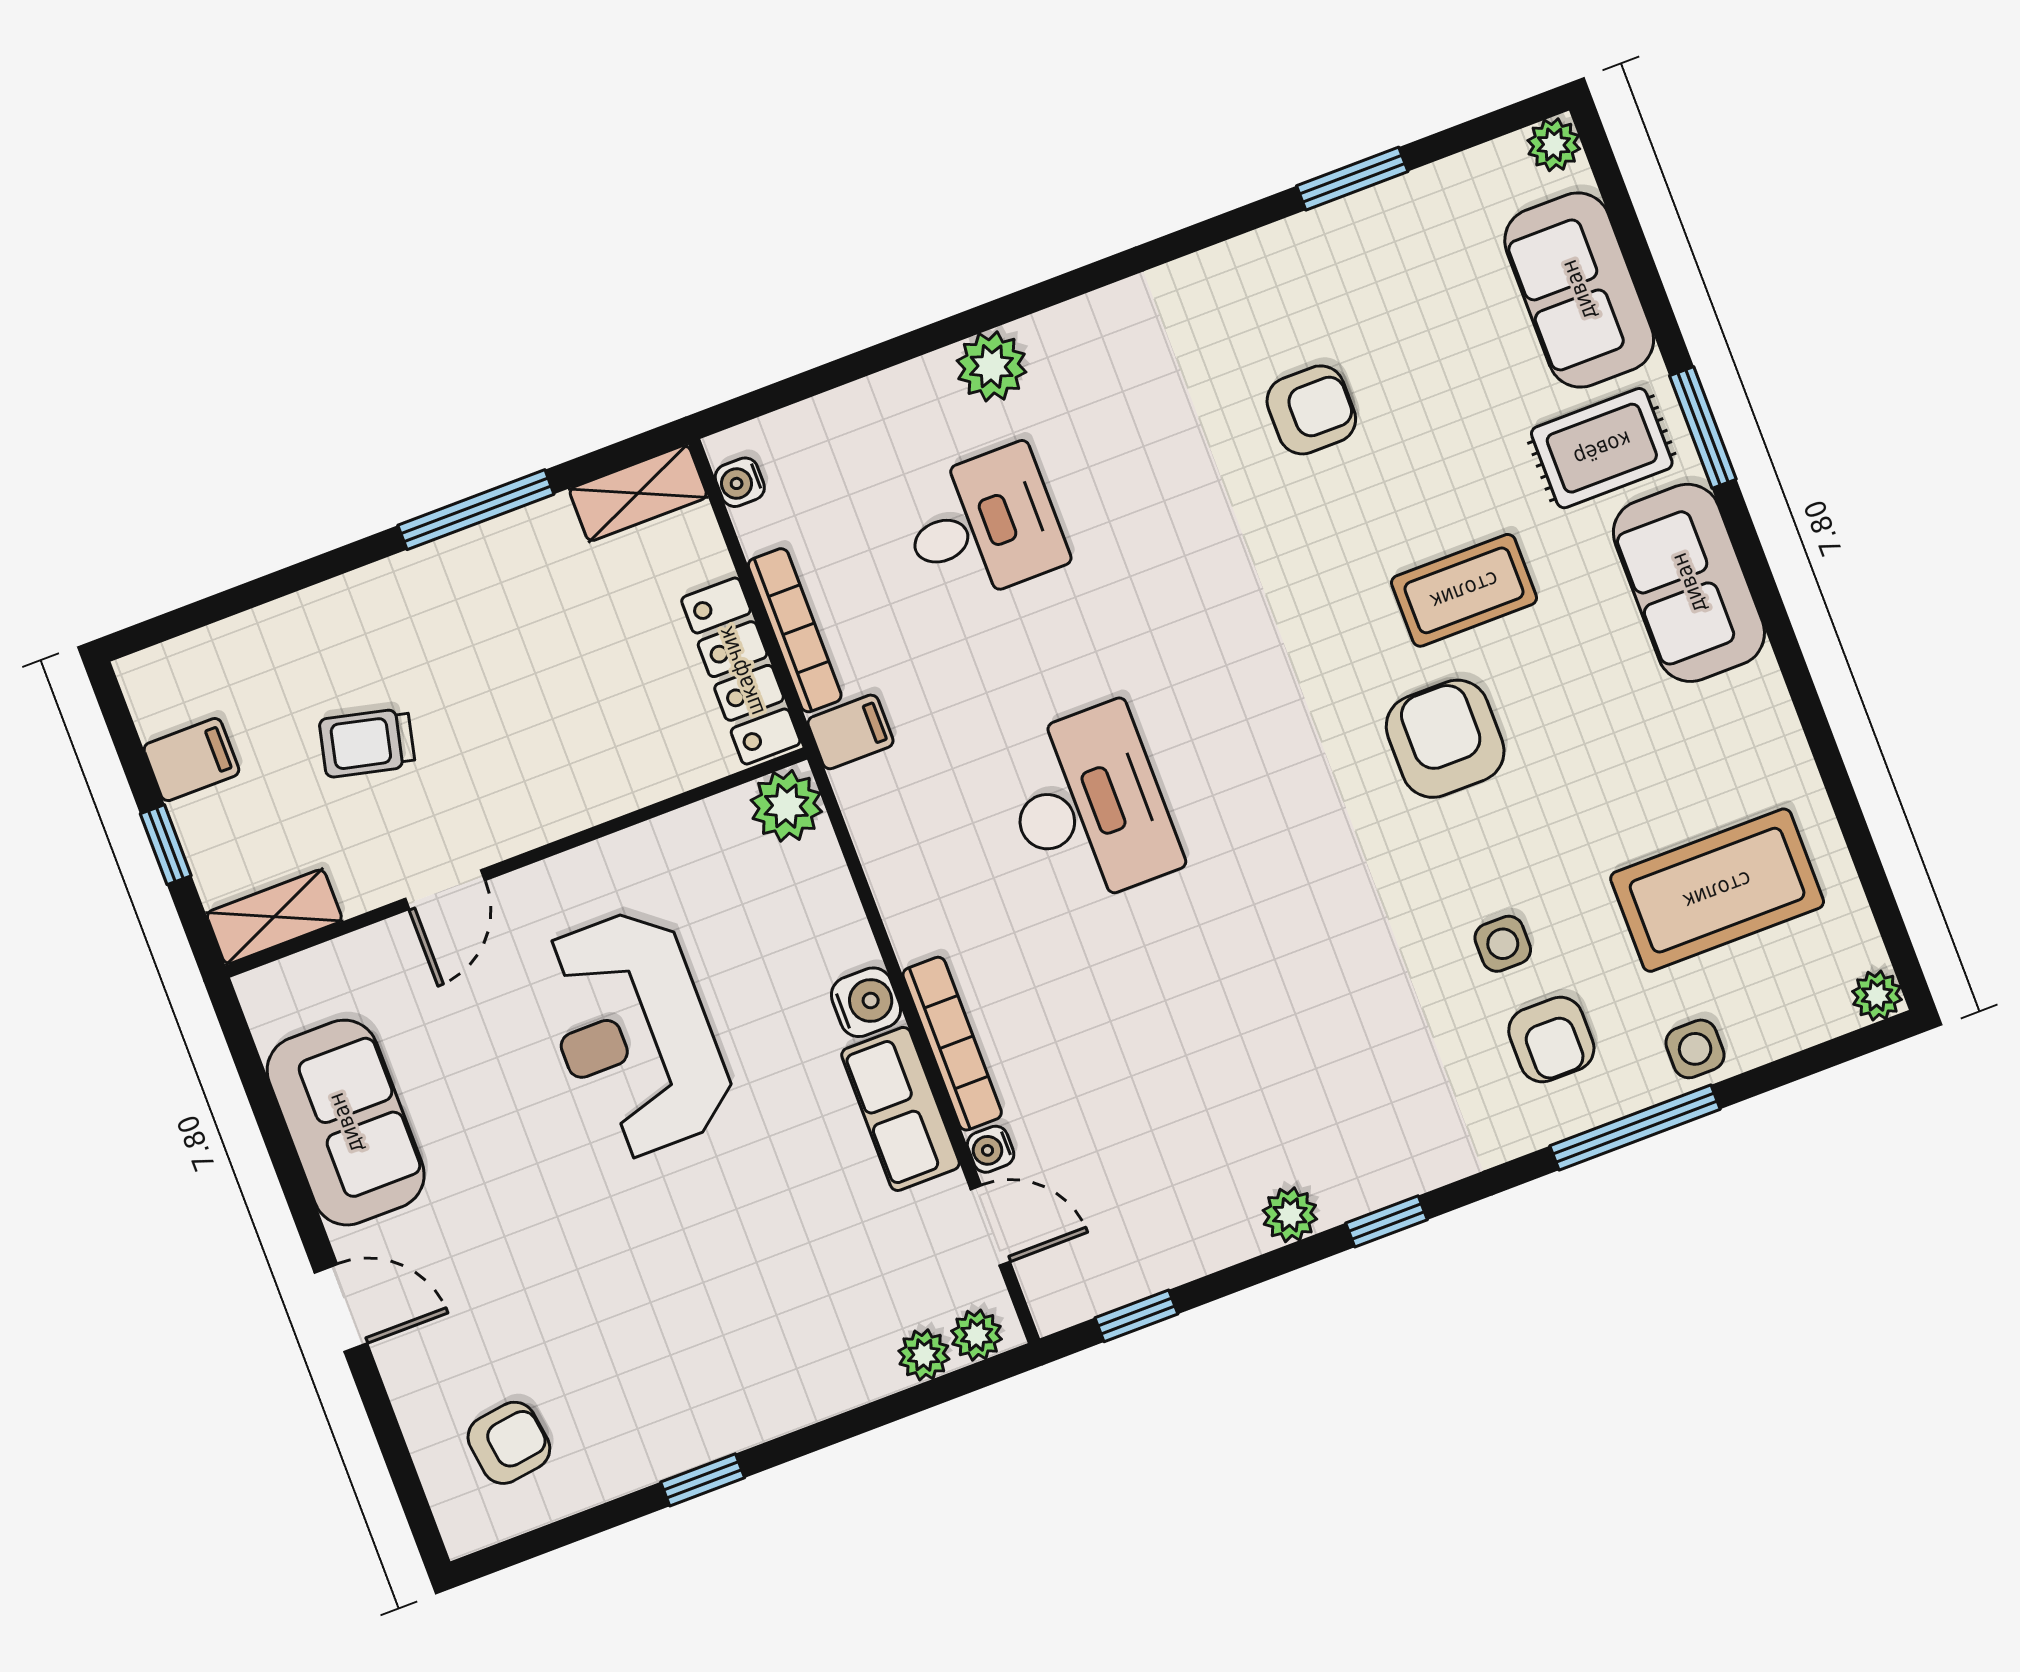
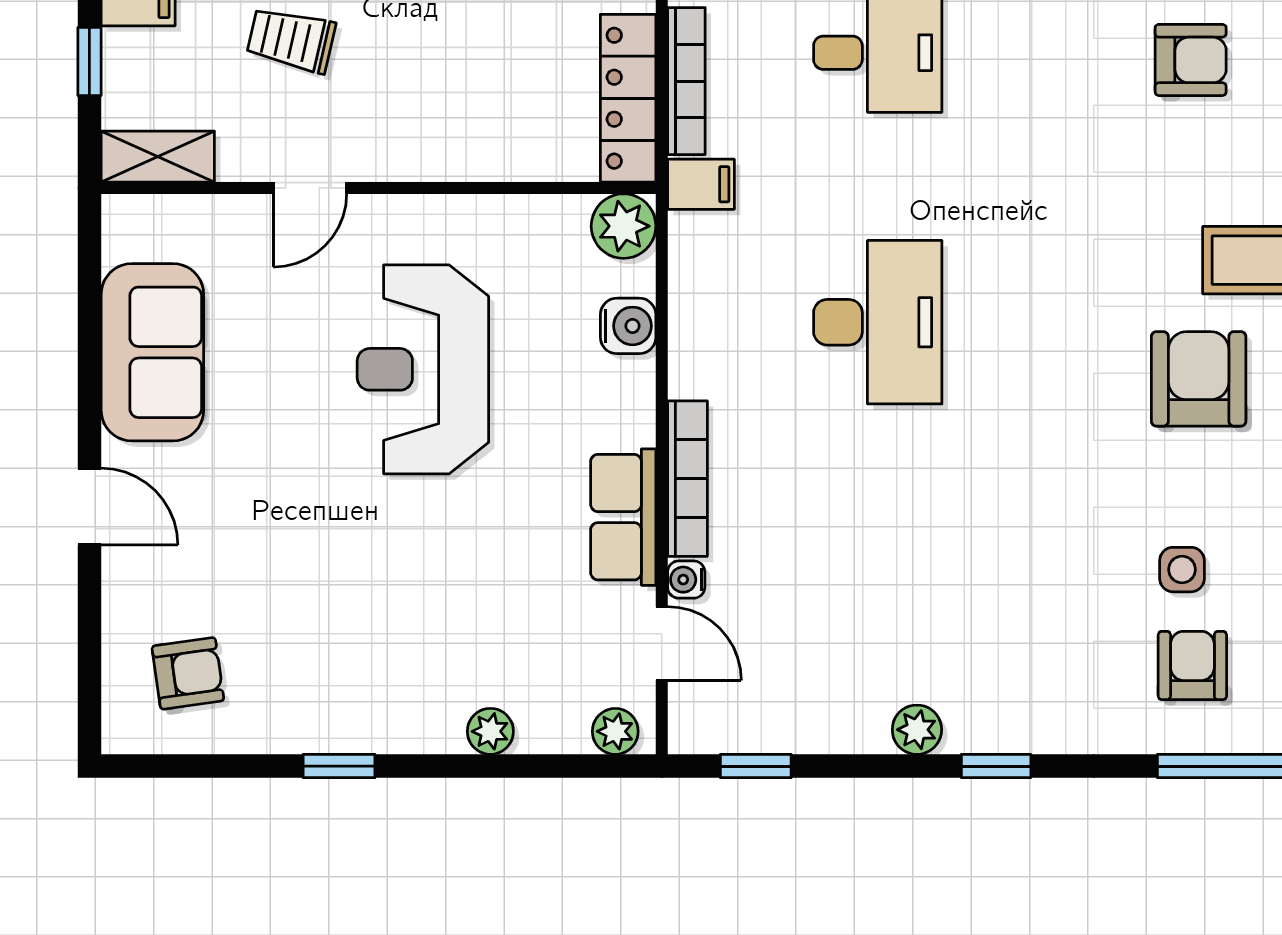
water cooler: (866, 1002) -> (628, 326), moved
armchair: (1551, 1040) -> (1192, 665), turned 180
plant: (924, 1355) -> (490, 731), moved

